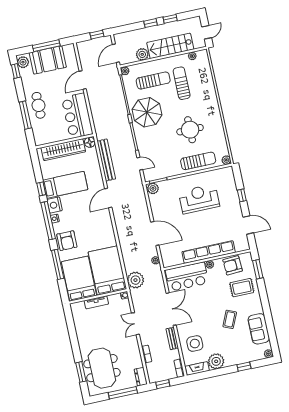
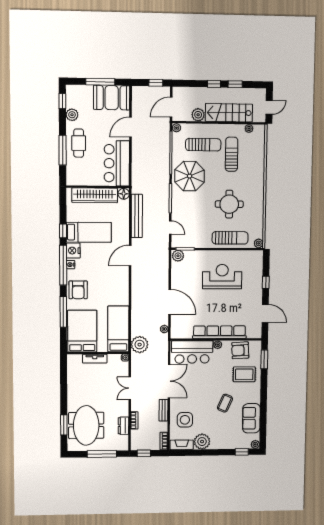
booth: (48, 60) -> (112, 98), moved
plant: (23, 62) -> (72, 115), moved
bed: (107, 271) -> (118, 329), width x0.67
window: (244, 367) -> (242, 452), moved
dresser: (141, 377) -> (123, 426), moved

